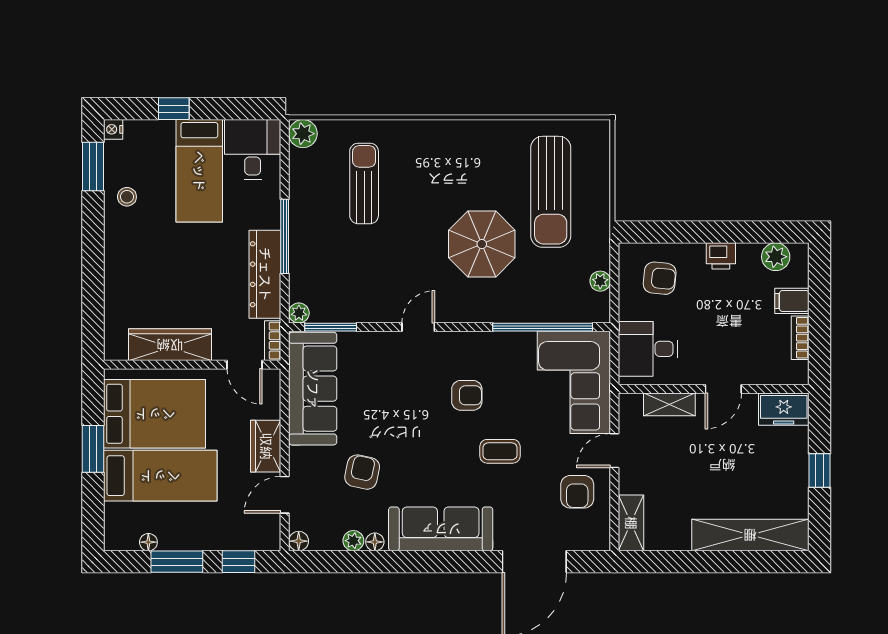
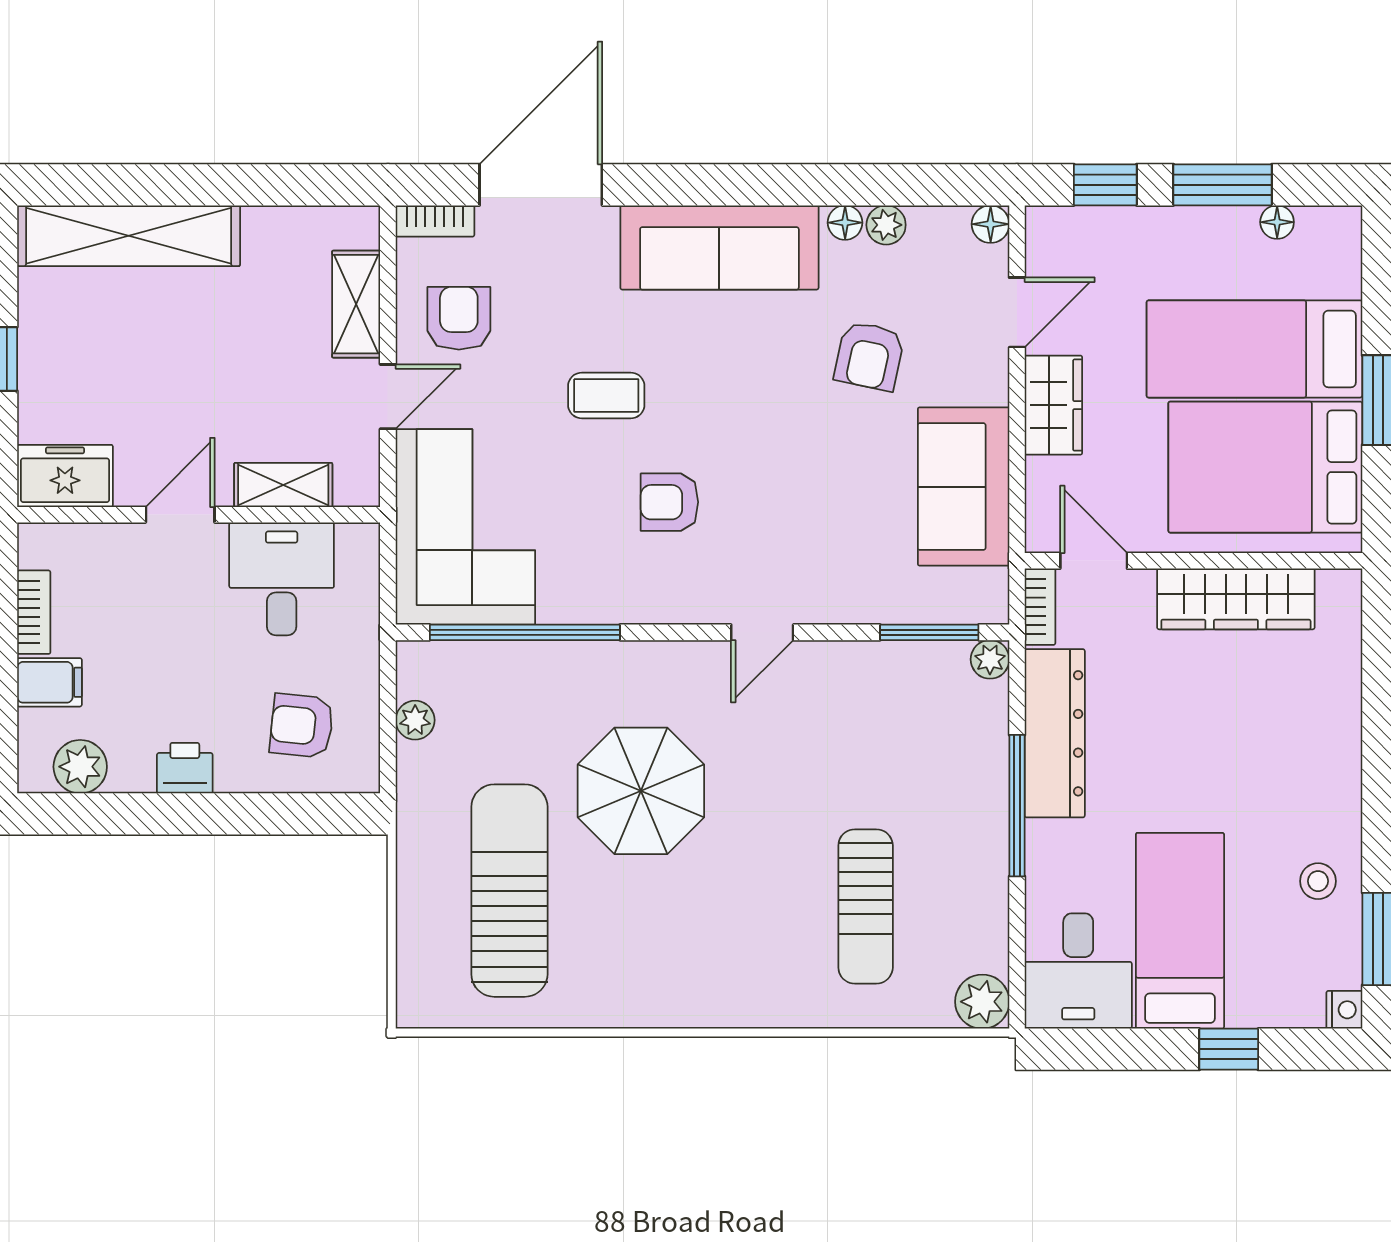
desk: (648, 349) -> (282, 579), moved, turned -90
sofa: (313, 389) -> (964, 487), width x0.73
shelving: (631, 523) -> (356, 304), moved
bookcase: (590, 543) -> (435, 221), added

